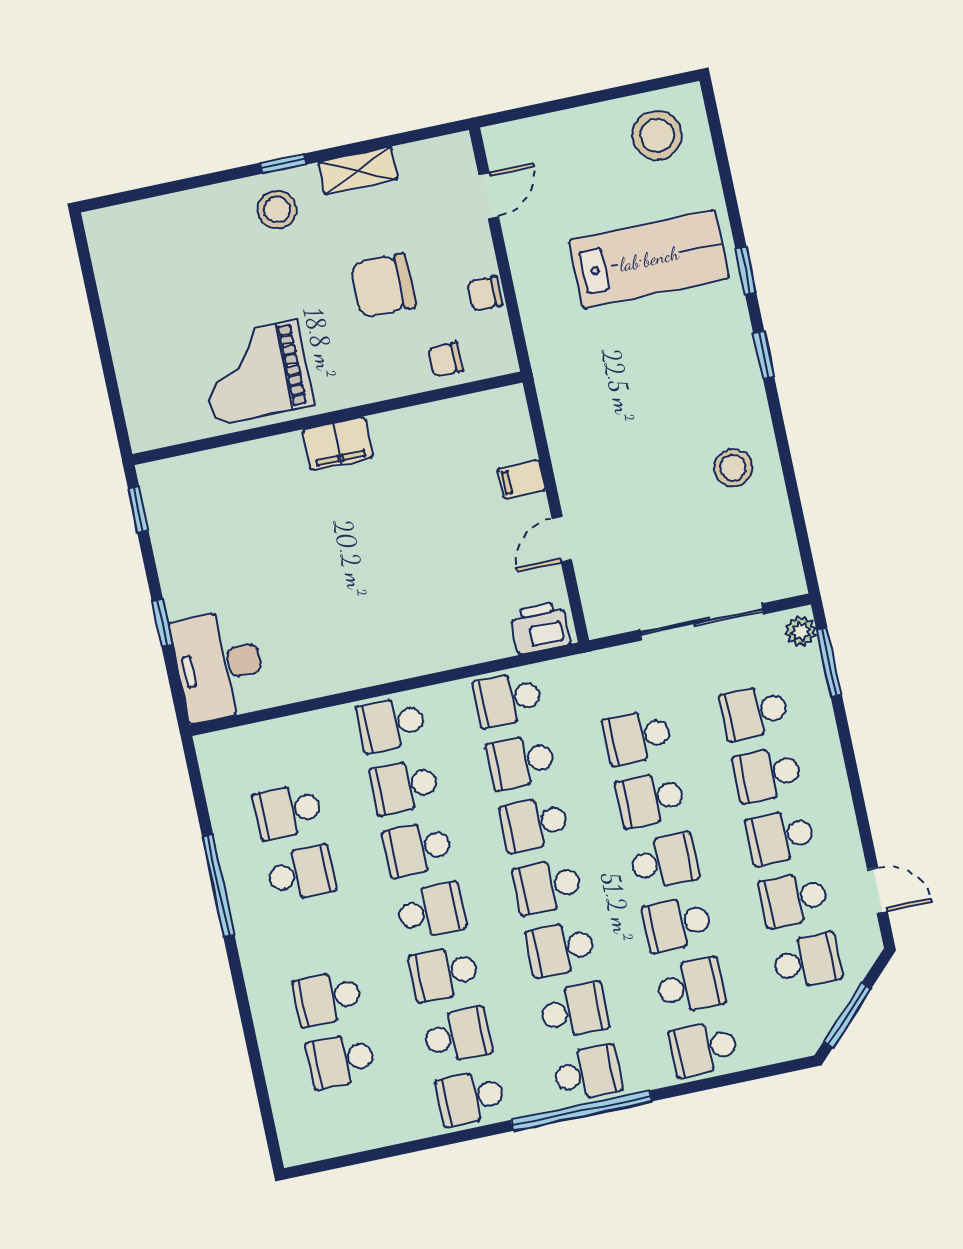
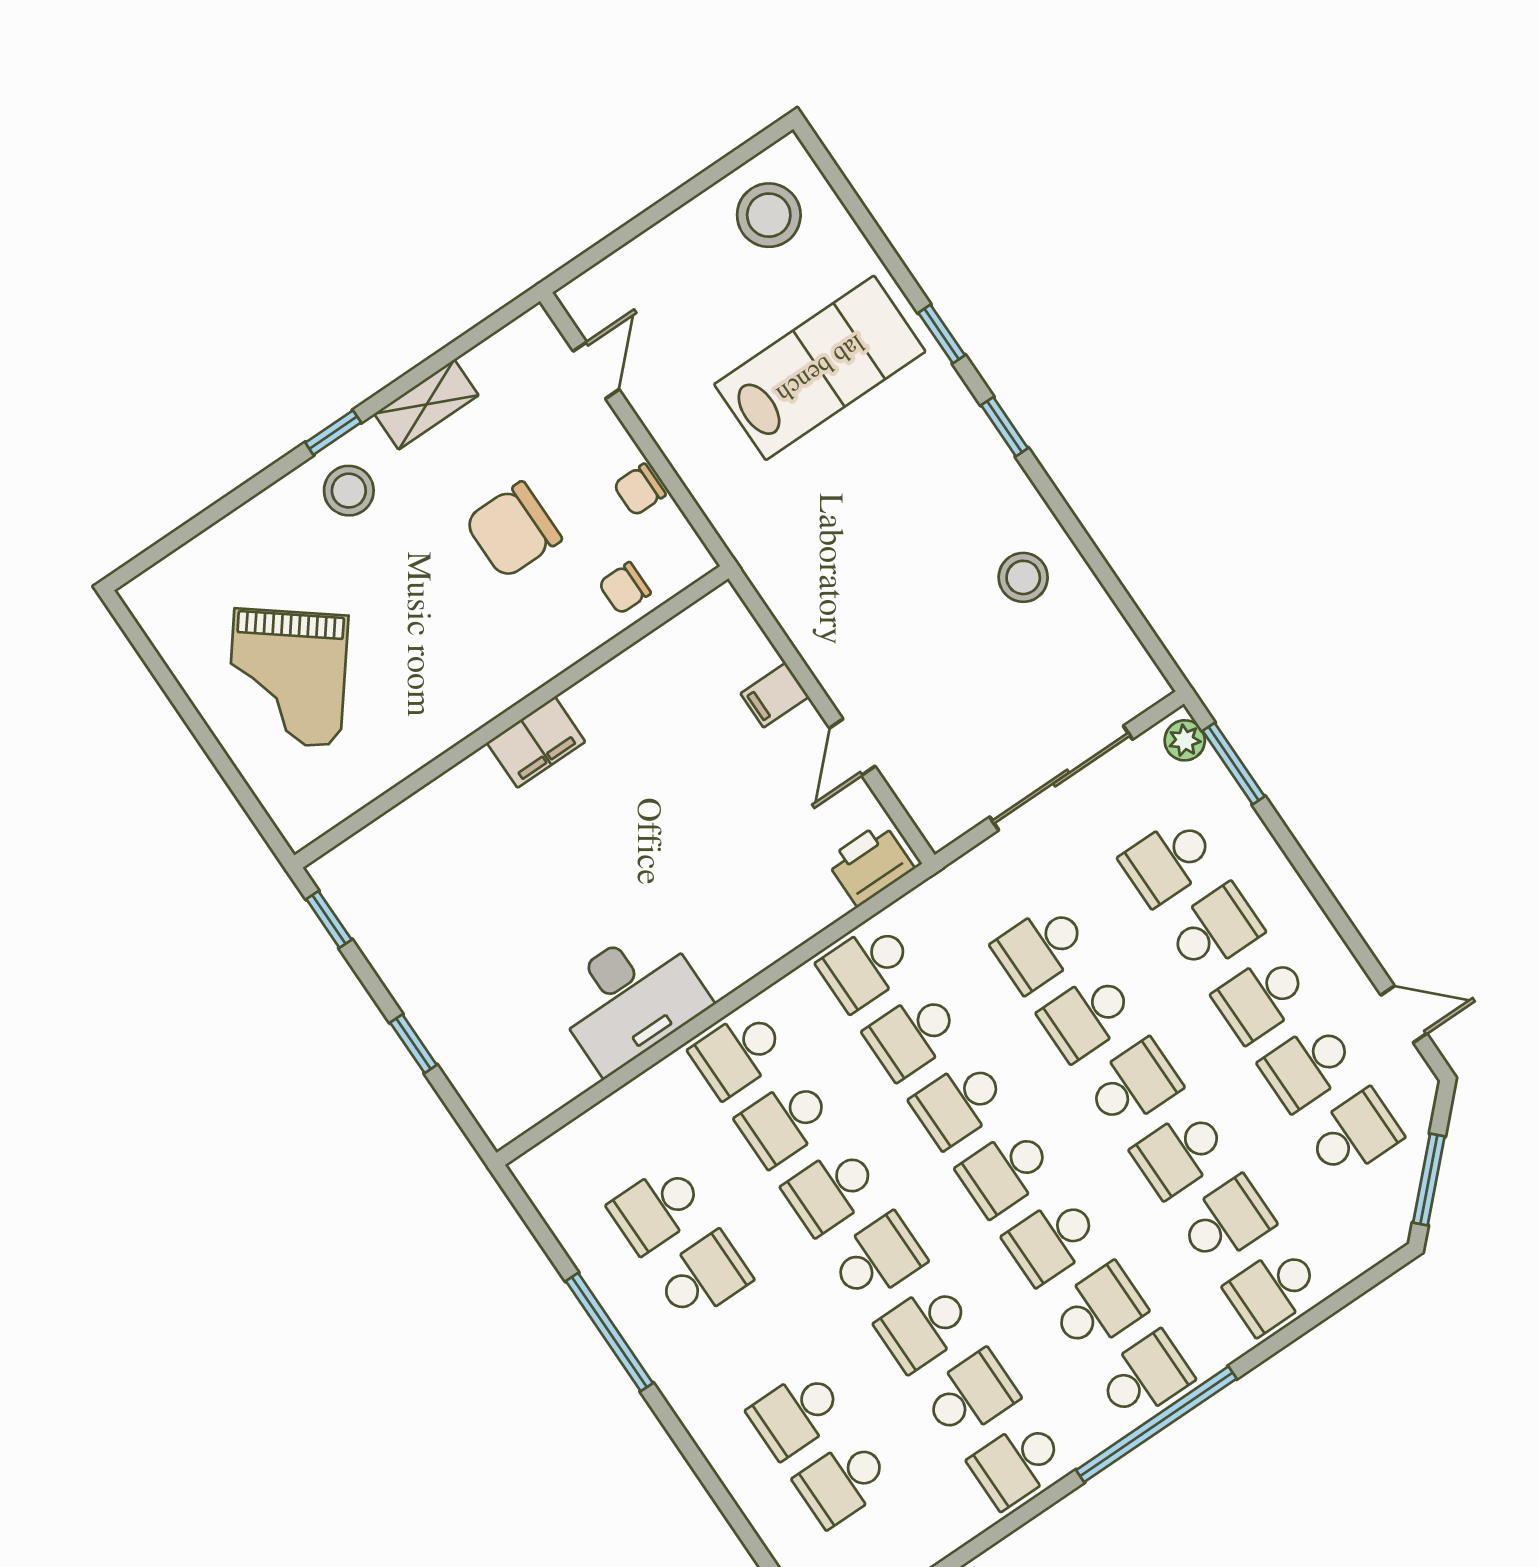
grand piano: (256, 373) -> (287, 678), moved, turned -52
desk: (219, 665) -> (630, 998), moved, turned -90
school desk: (767, 774) -> (1215, 929), turned 180

